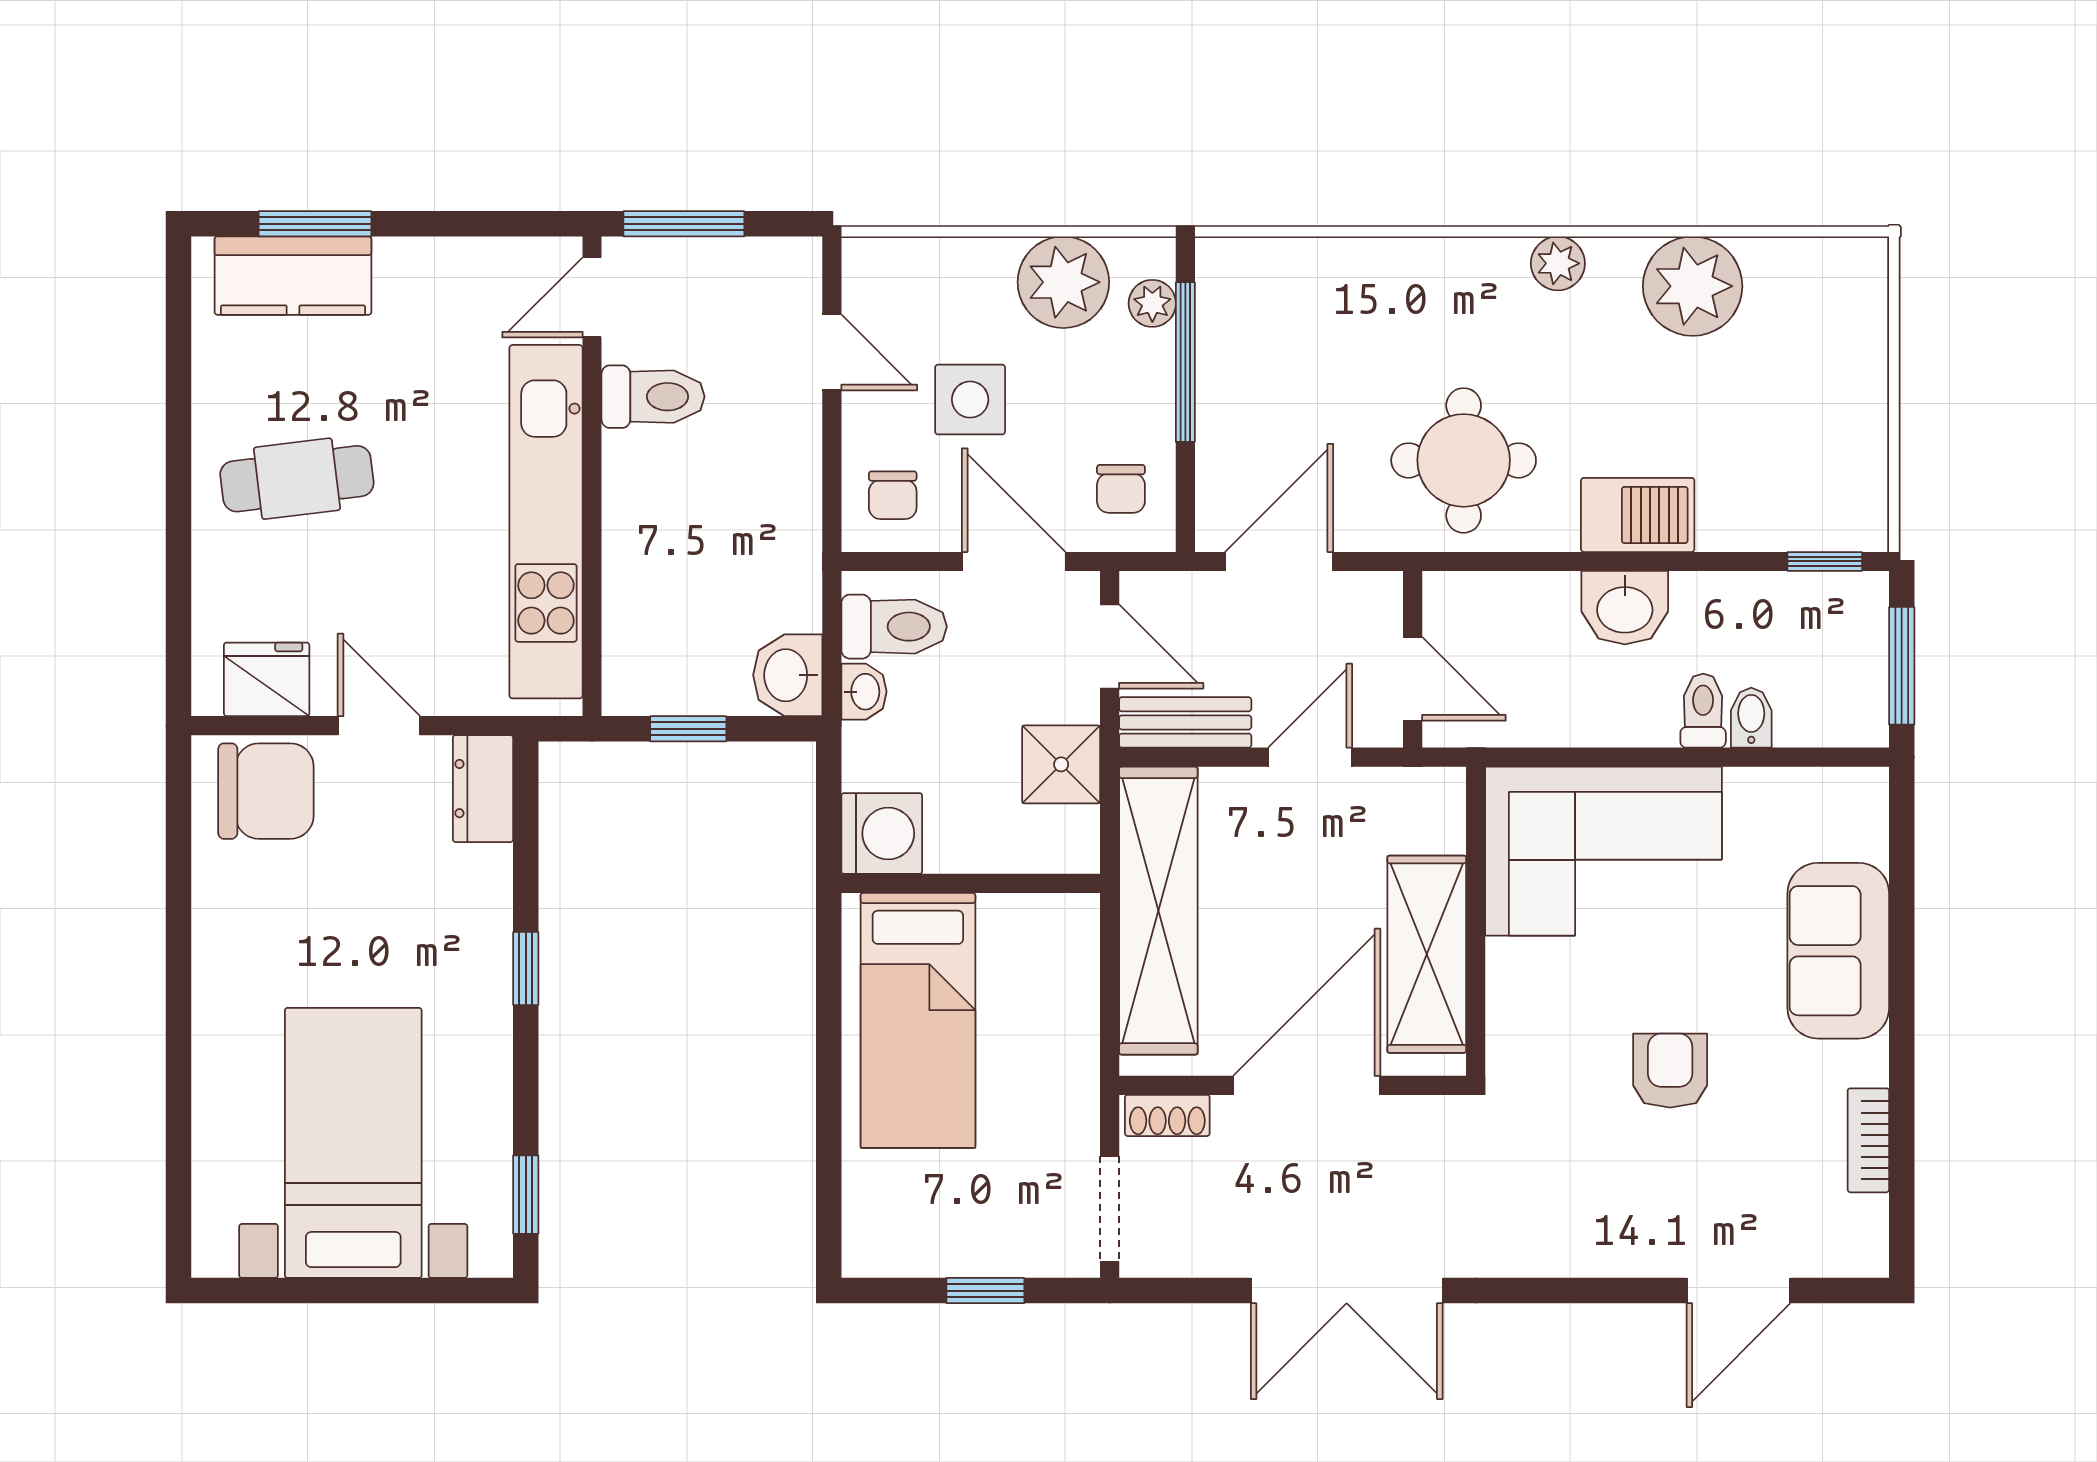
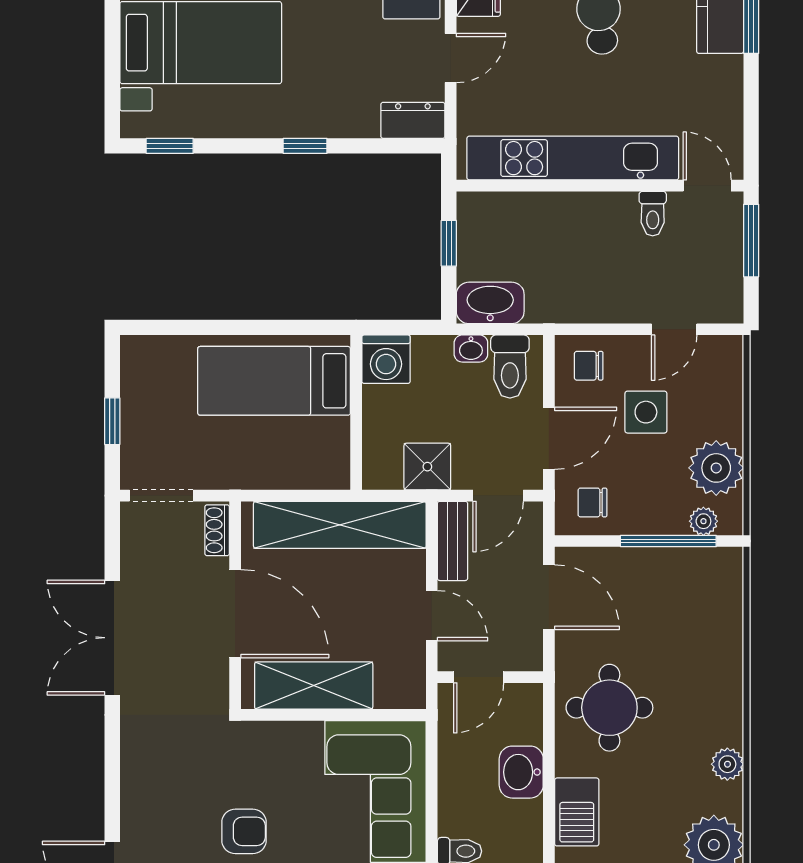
toilet: (653, 397) -> (653, 214), width x0.73, depth x0.72
washbasin: (1625, 608) -> (521, 772), moved
washbasin: (788, 675) -> (490, 303), width x1.38

